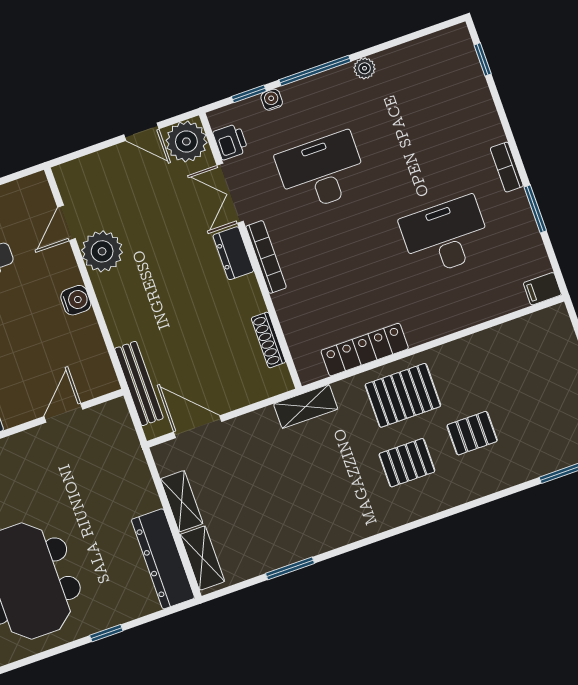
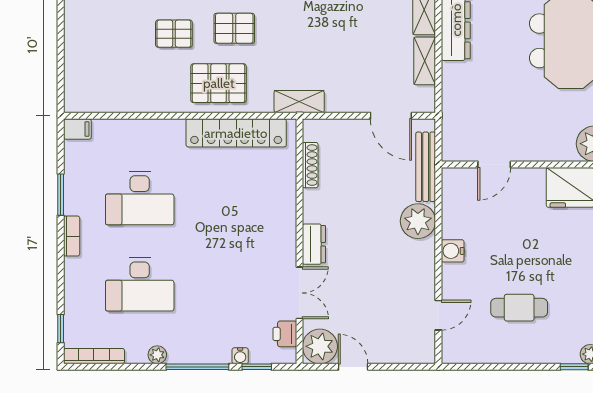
desk: (322, 172) -> (140, 284), moved
plant: (102, 251) -> (418, 221), moved
bookcase: (266, 257) -> (94, 356), moved, turned 90
locker: (365, 350) -> (236, 133), width x1.41, depth x1.21

